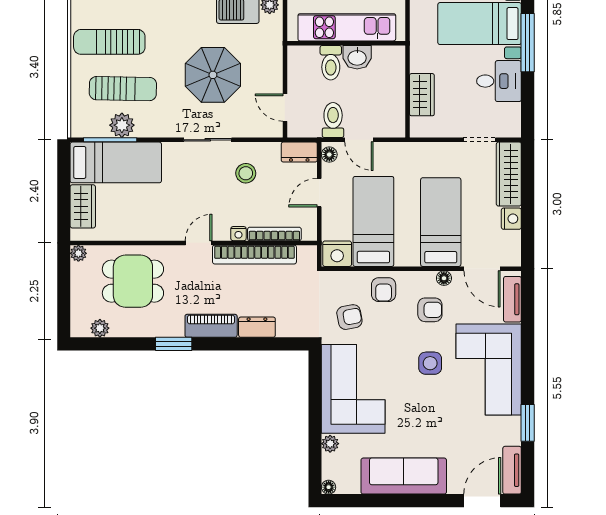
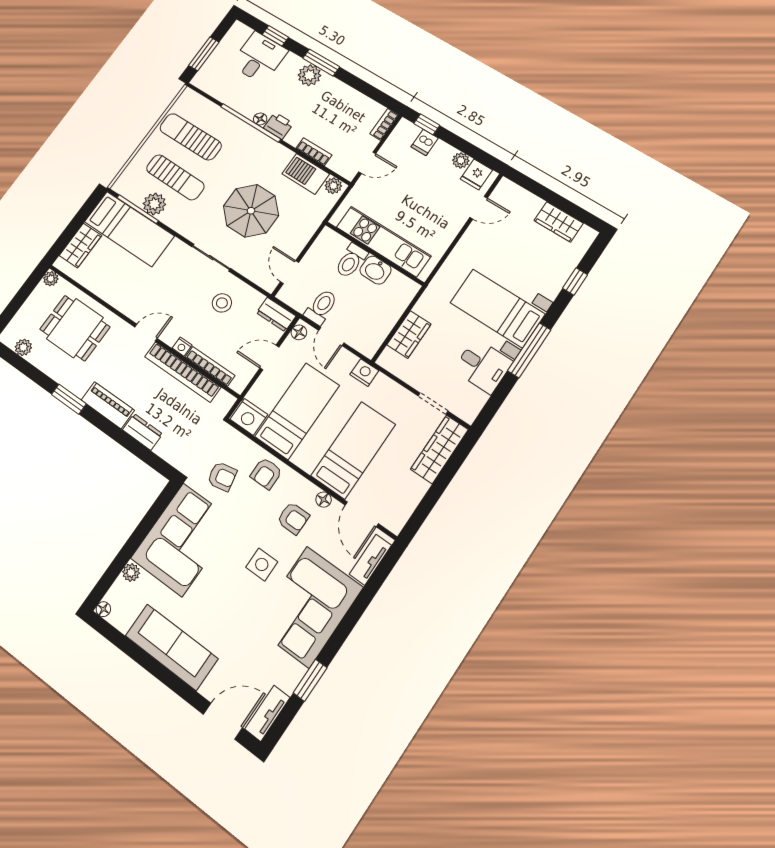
nightstand: (511, 219) -> (364, 373), moved, turned -90

